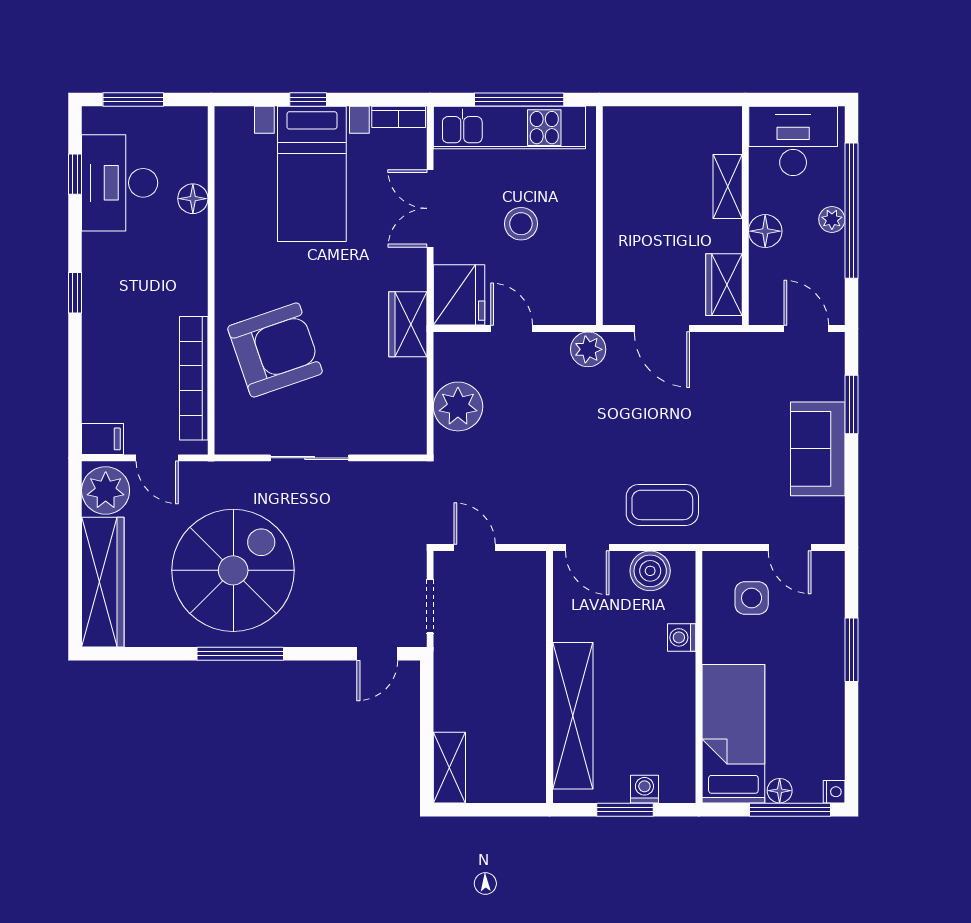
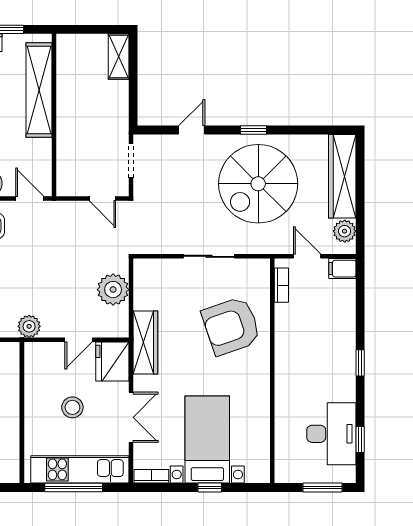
floor lamp: (193, 199) -> (284, 424), removed
wardrobe: (408, 324) -> (145, 343), width x1.50
door: (512, 329) -> (78, 340), hinge flipped
bookcase: (194, 378) -> (281, 285), width x0.43, depth x0.76
plant: (106, 491) -> (345, 231), width x0.73, depth x0.73
window: (240, 654) -> (254, 130), width x0.46
door: (377, 654) -> (192, 130), moved

